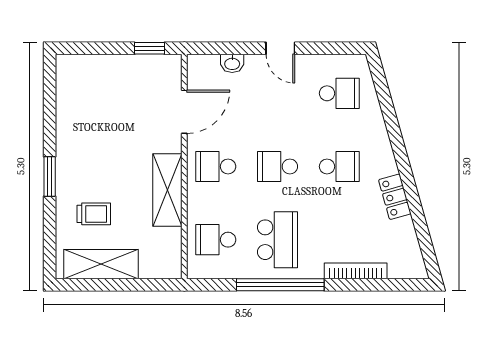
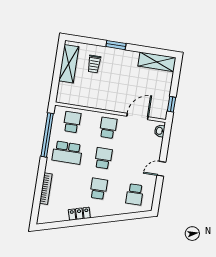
washbasin: (232, 63) -> (160, 131), moved
door: (184, 112) -> (138, 117), swing flipped
school desk: (339, 166) -> (99, 189), turned 180
shelving: (167, 190) -> (157, 62), moved
window: (280, 285) -> (47, 135), moved

